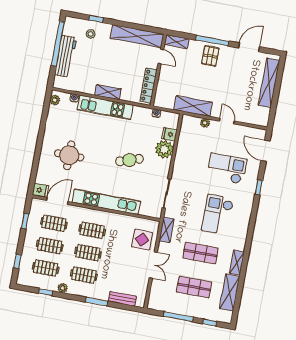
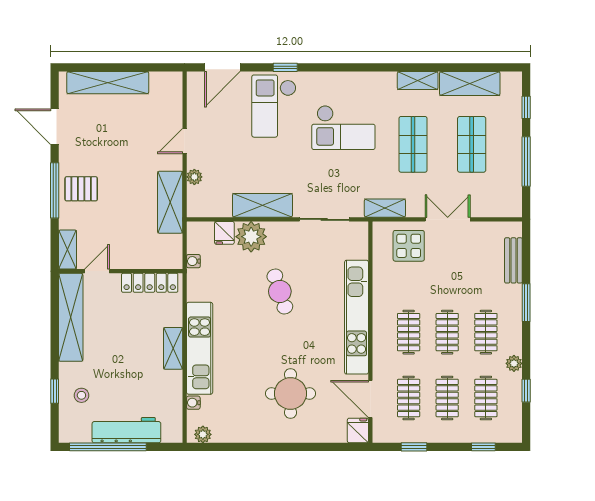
shelving: (181, 159) -> (262, 205), added
checkout: (227, 169) -> (274, 106), moved

